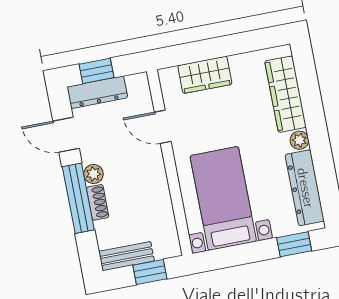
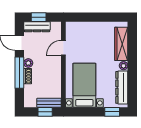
wardrobe: (205, 75) -> (87, 28), removed
door: (163, 127) -> (63, 48), hinge flipped
bench: (127, 256) -> (49, 103), moved

